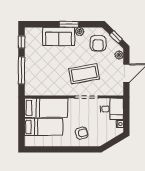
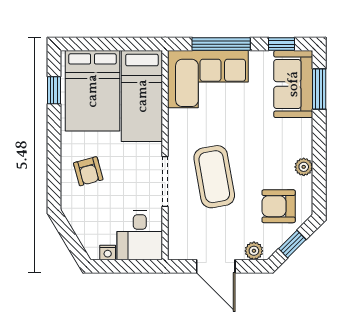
window: (69, 24) -> (319, 89), moved
sofa: (59, 36) -> (293, 84), moved
corner sofa: (38, 77) -> (208, 79), added
bed: (44, 127) -> (92, 91), width x1.50
window: (43, 149) -> (54, 90), added

